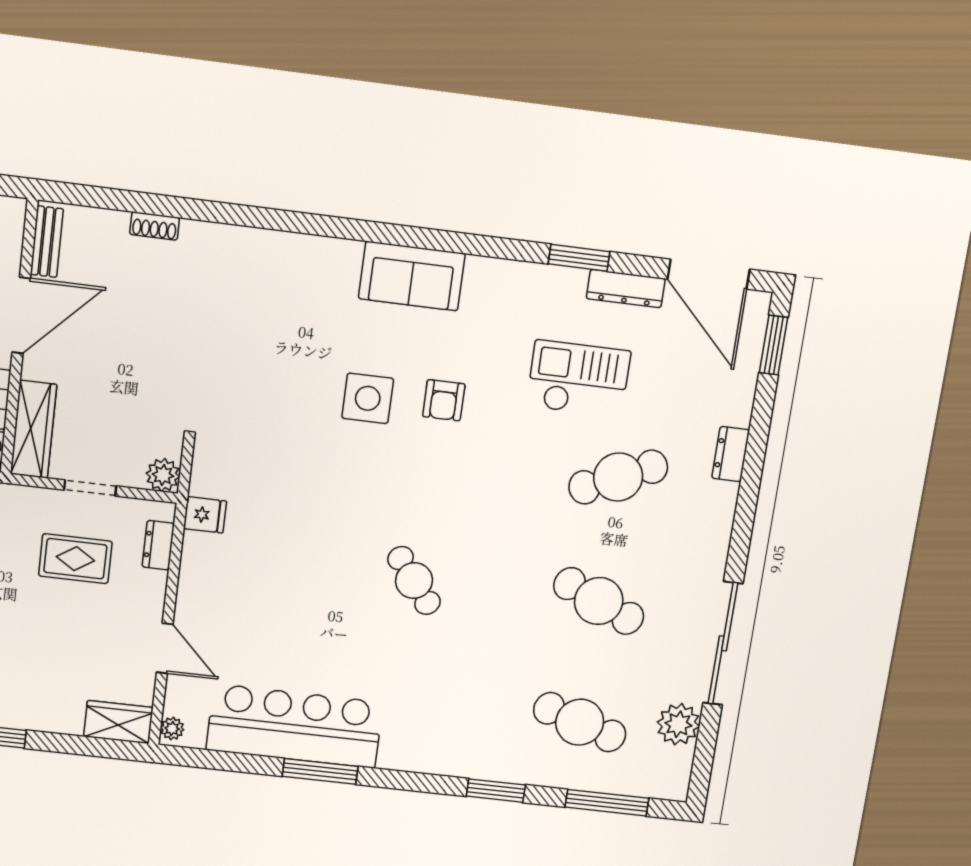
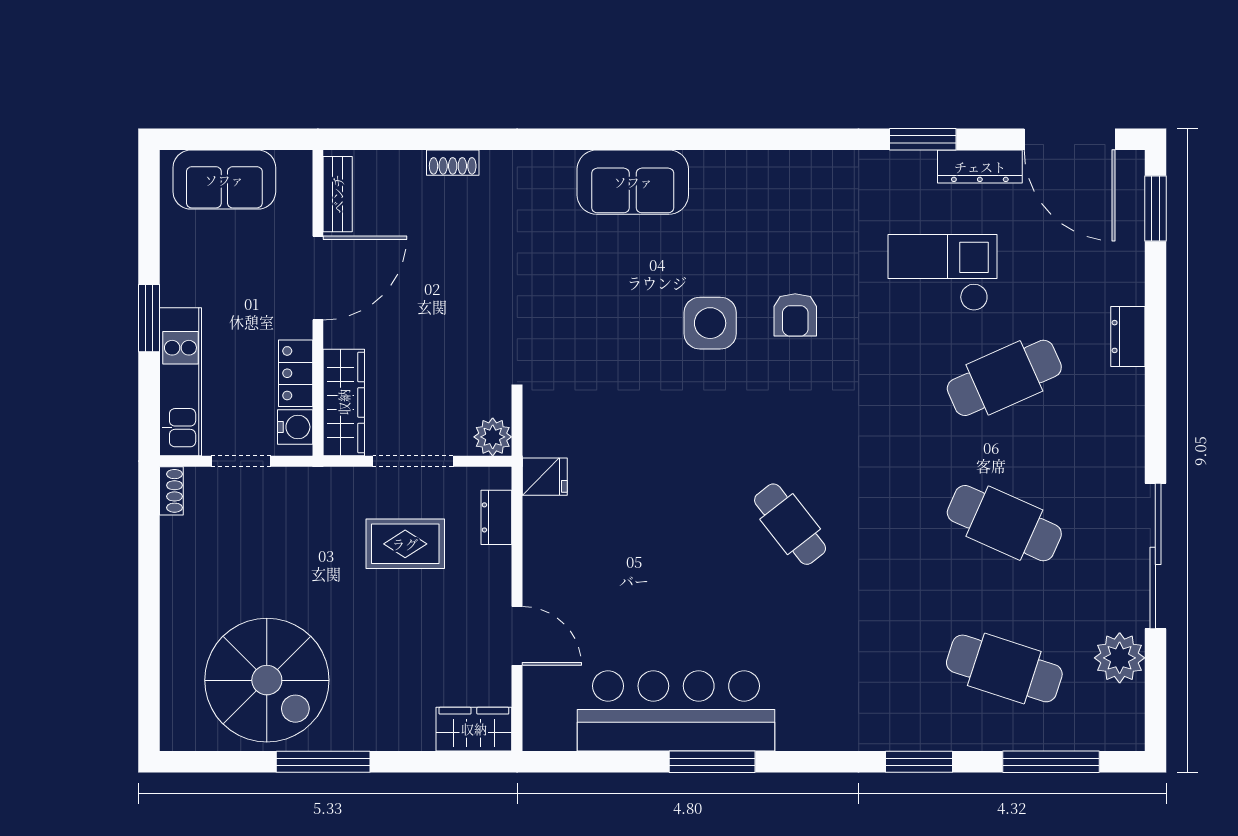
sofa: (412, 276) -> (633, 182), moved
doorway: (90, 488) -> (413, 461), width x1.38
plant: (172, 729) -> (536, 730), removed

